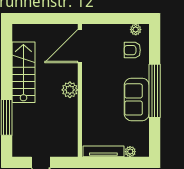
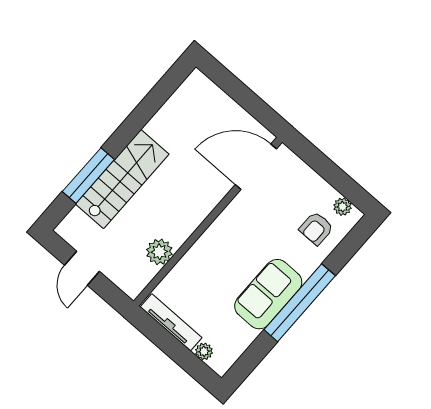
armchair: (132, 50) -> (316, 228), turned -90
stairs: (23, 72) -> (122, 179), moved
plant: (70, 90) -> (159, 252), moved

